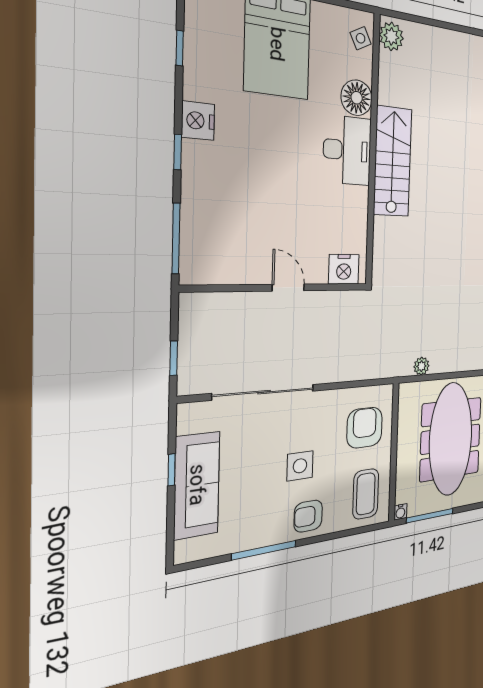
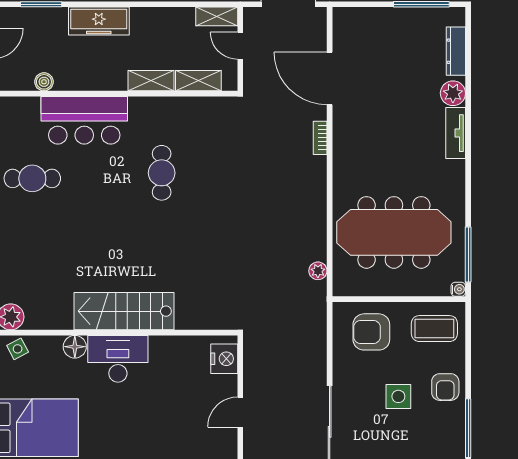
floor lamp: (357, 98) -> (75, 347), width x0.73, depth x0.73

